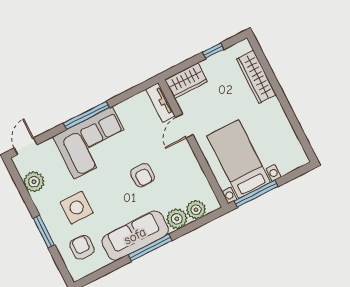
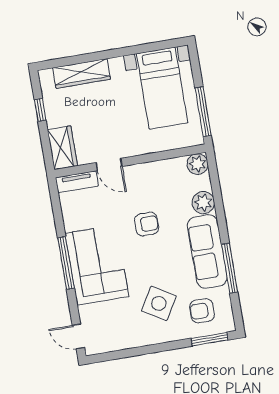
bed with nightstands: (239, 159) -> (162, 88), moved, turned -90
plant: (34, 182) -> (118, 339), removed
side table: (77, 208) -> (159, 303), turned 31
plant: (196, 210) -> (197, 164), moved
window: (44, 232) -> (210, 339), moved
window: (150, 248) -> (230, 268), moved

